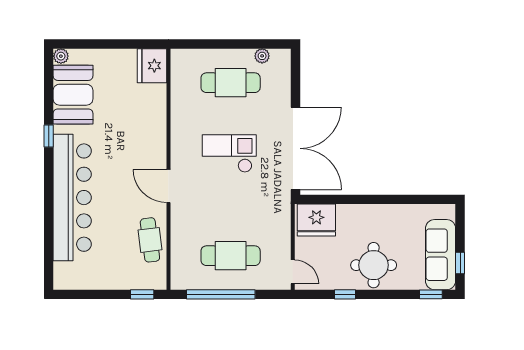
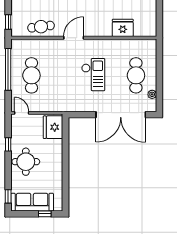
fridge: (152, 66) -> (123, 28), moved
double door: (295, 148) -> (121, 115), moved
window: (460, 263) -> (45, 214), moved
door: (293, 272) -> (22, 113), swing flipped

